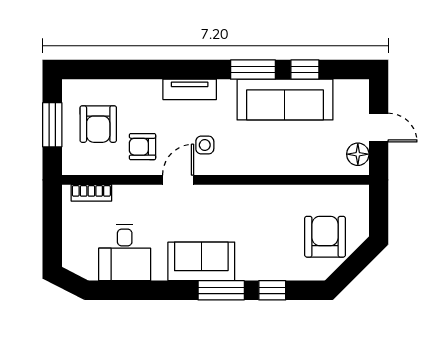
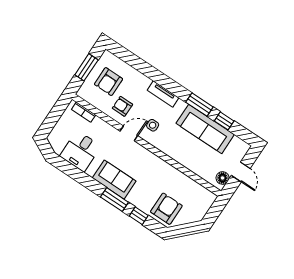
armchair: (325, 237) -> (166, 209), moved

